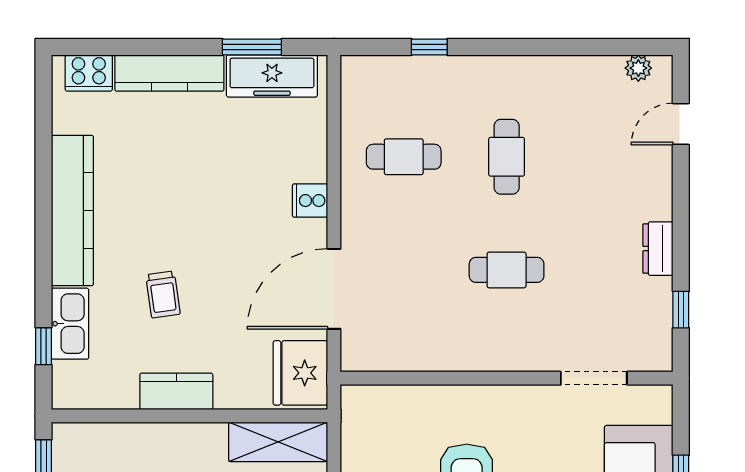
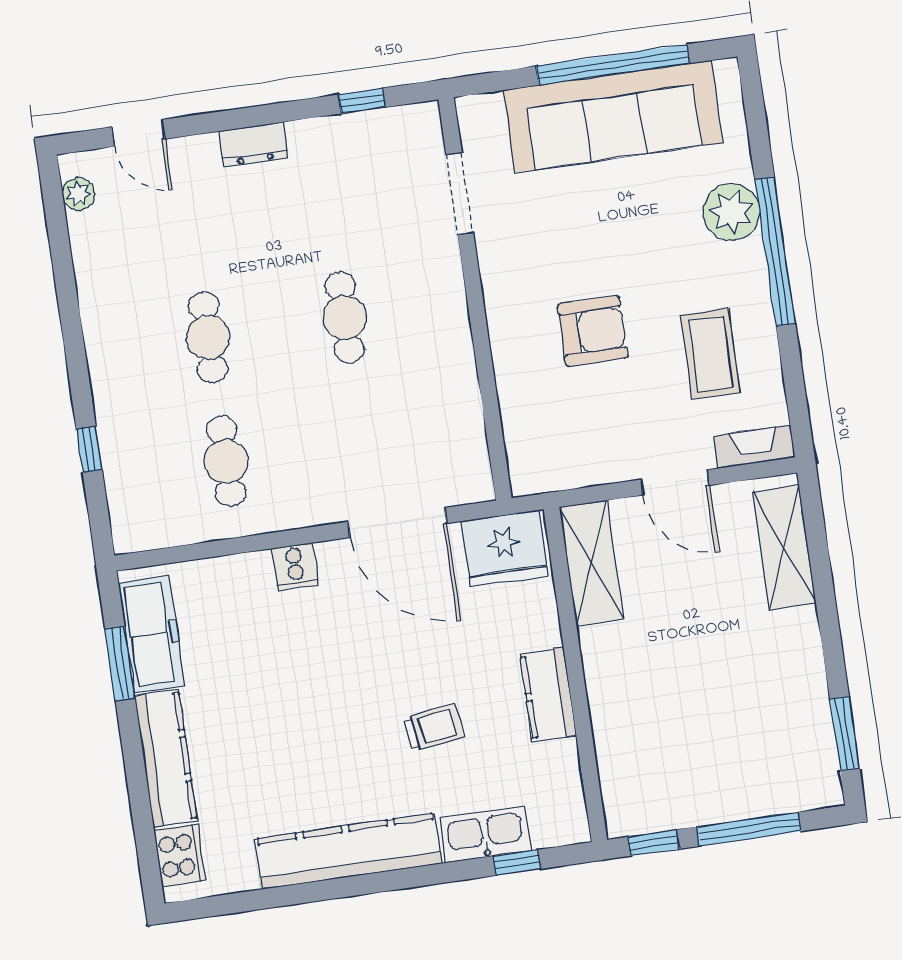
cafe table: (507, 157) -> (208, 337), turned 90
dresser: (658, 249) -> (254, 145), moved

